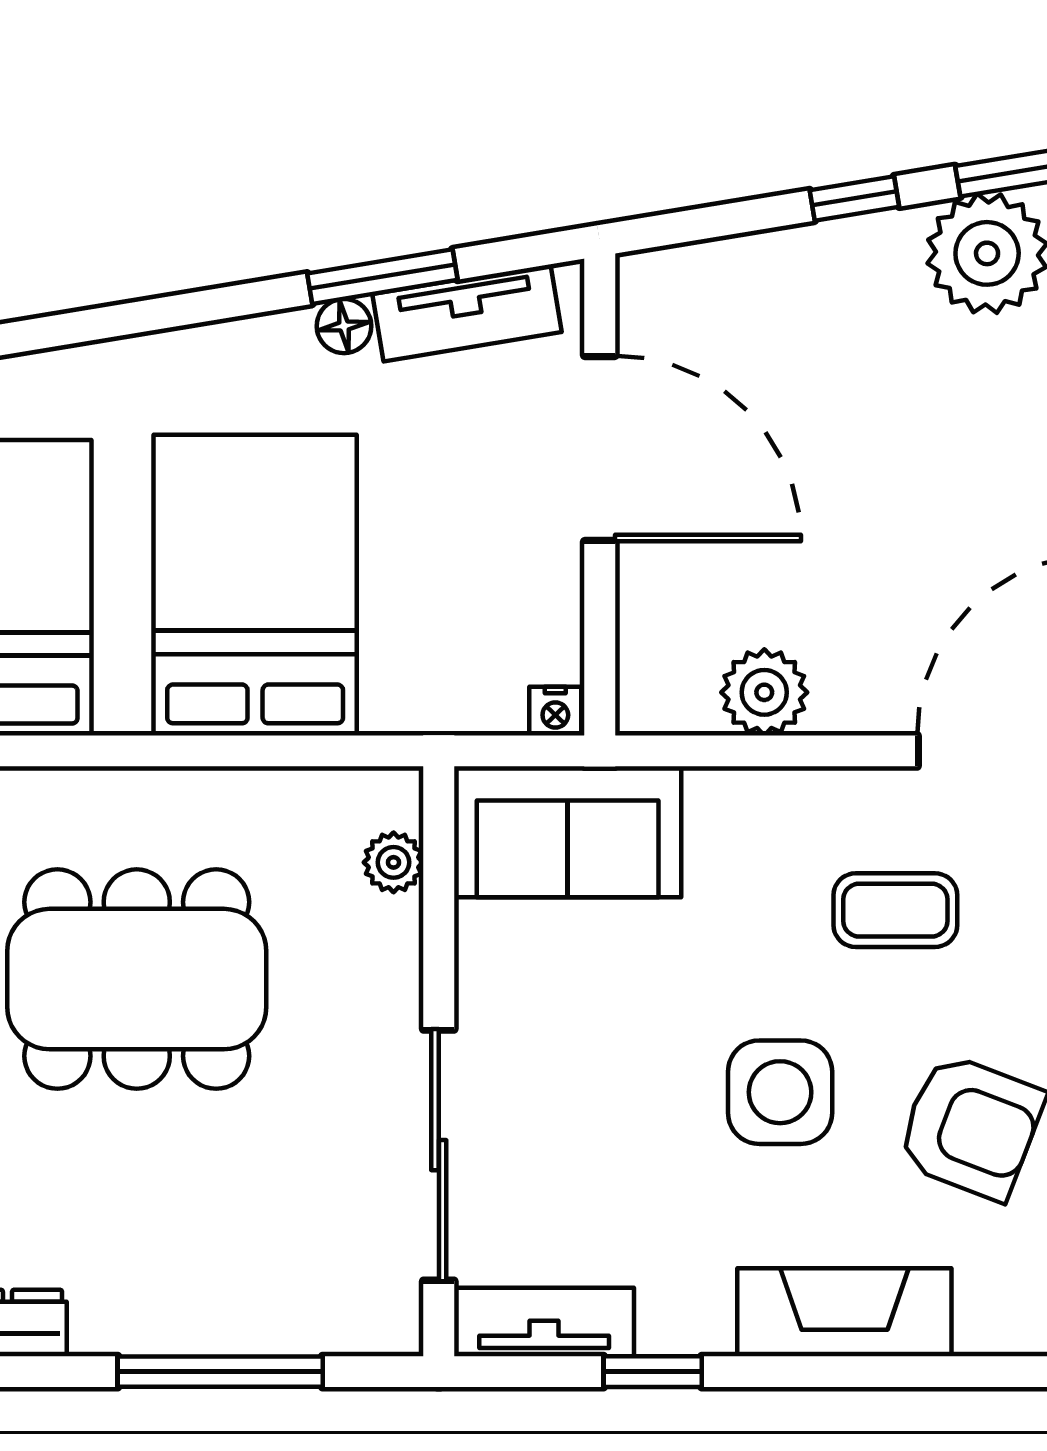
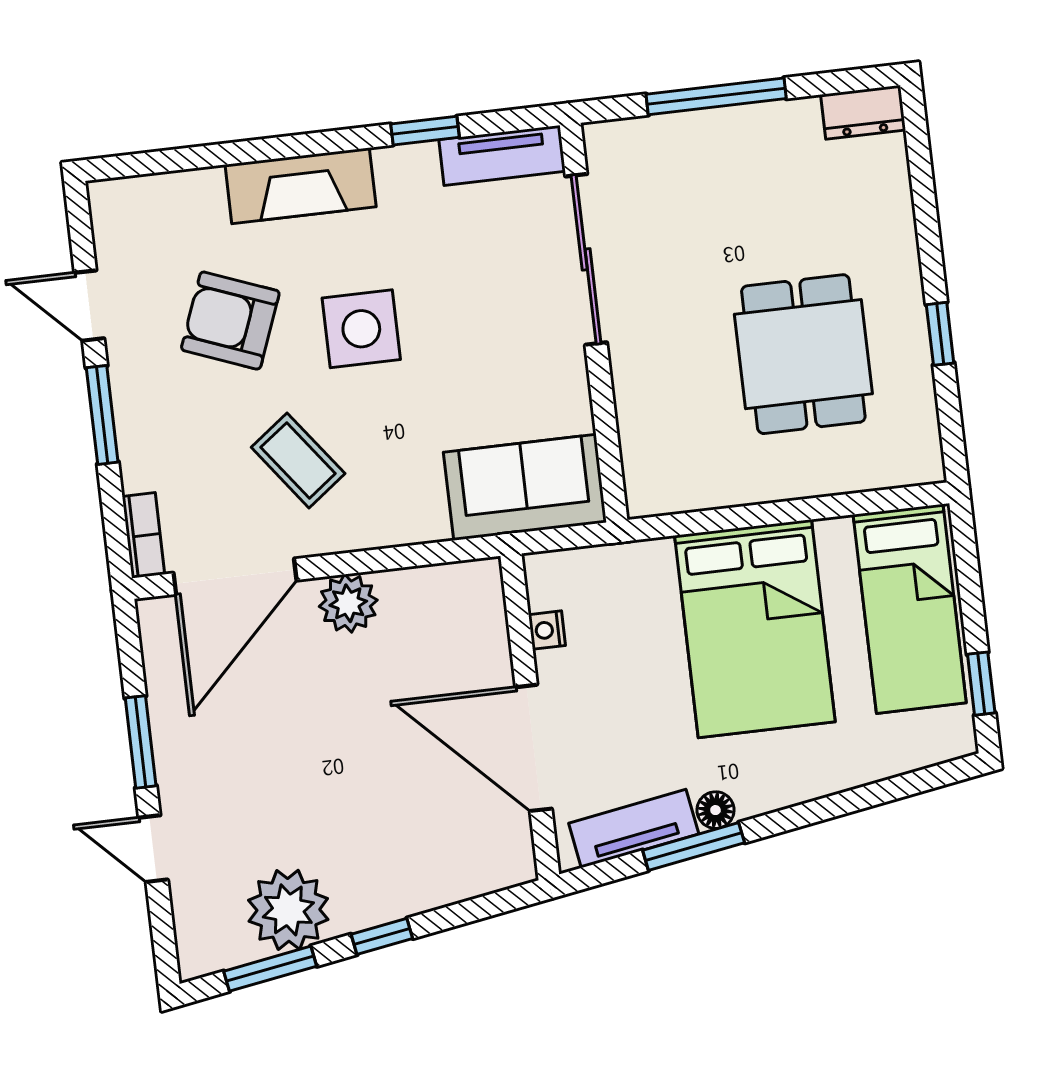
plant: (764, 692) -> (348, 603), moved
nightstand: (555, 711) -> (547, 630), moved, turned -90
plant: (394, 862) -> (640, 453), removed
coffee table: (895, 910) -> (298, 460), turned 53
dining table: (137, 979) -> (803, 354), width x0.73

